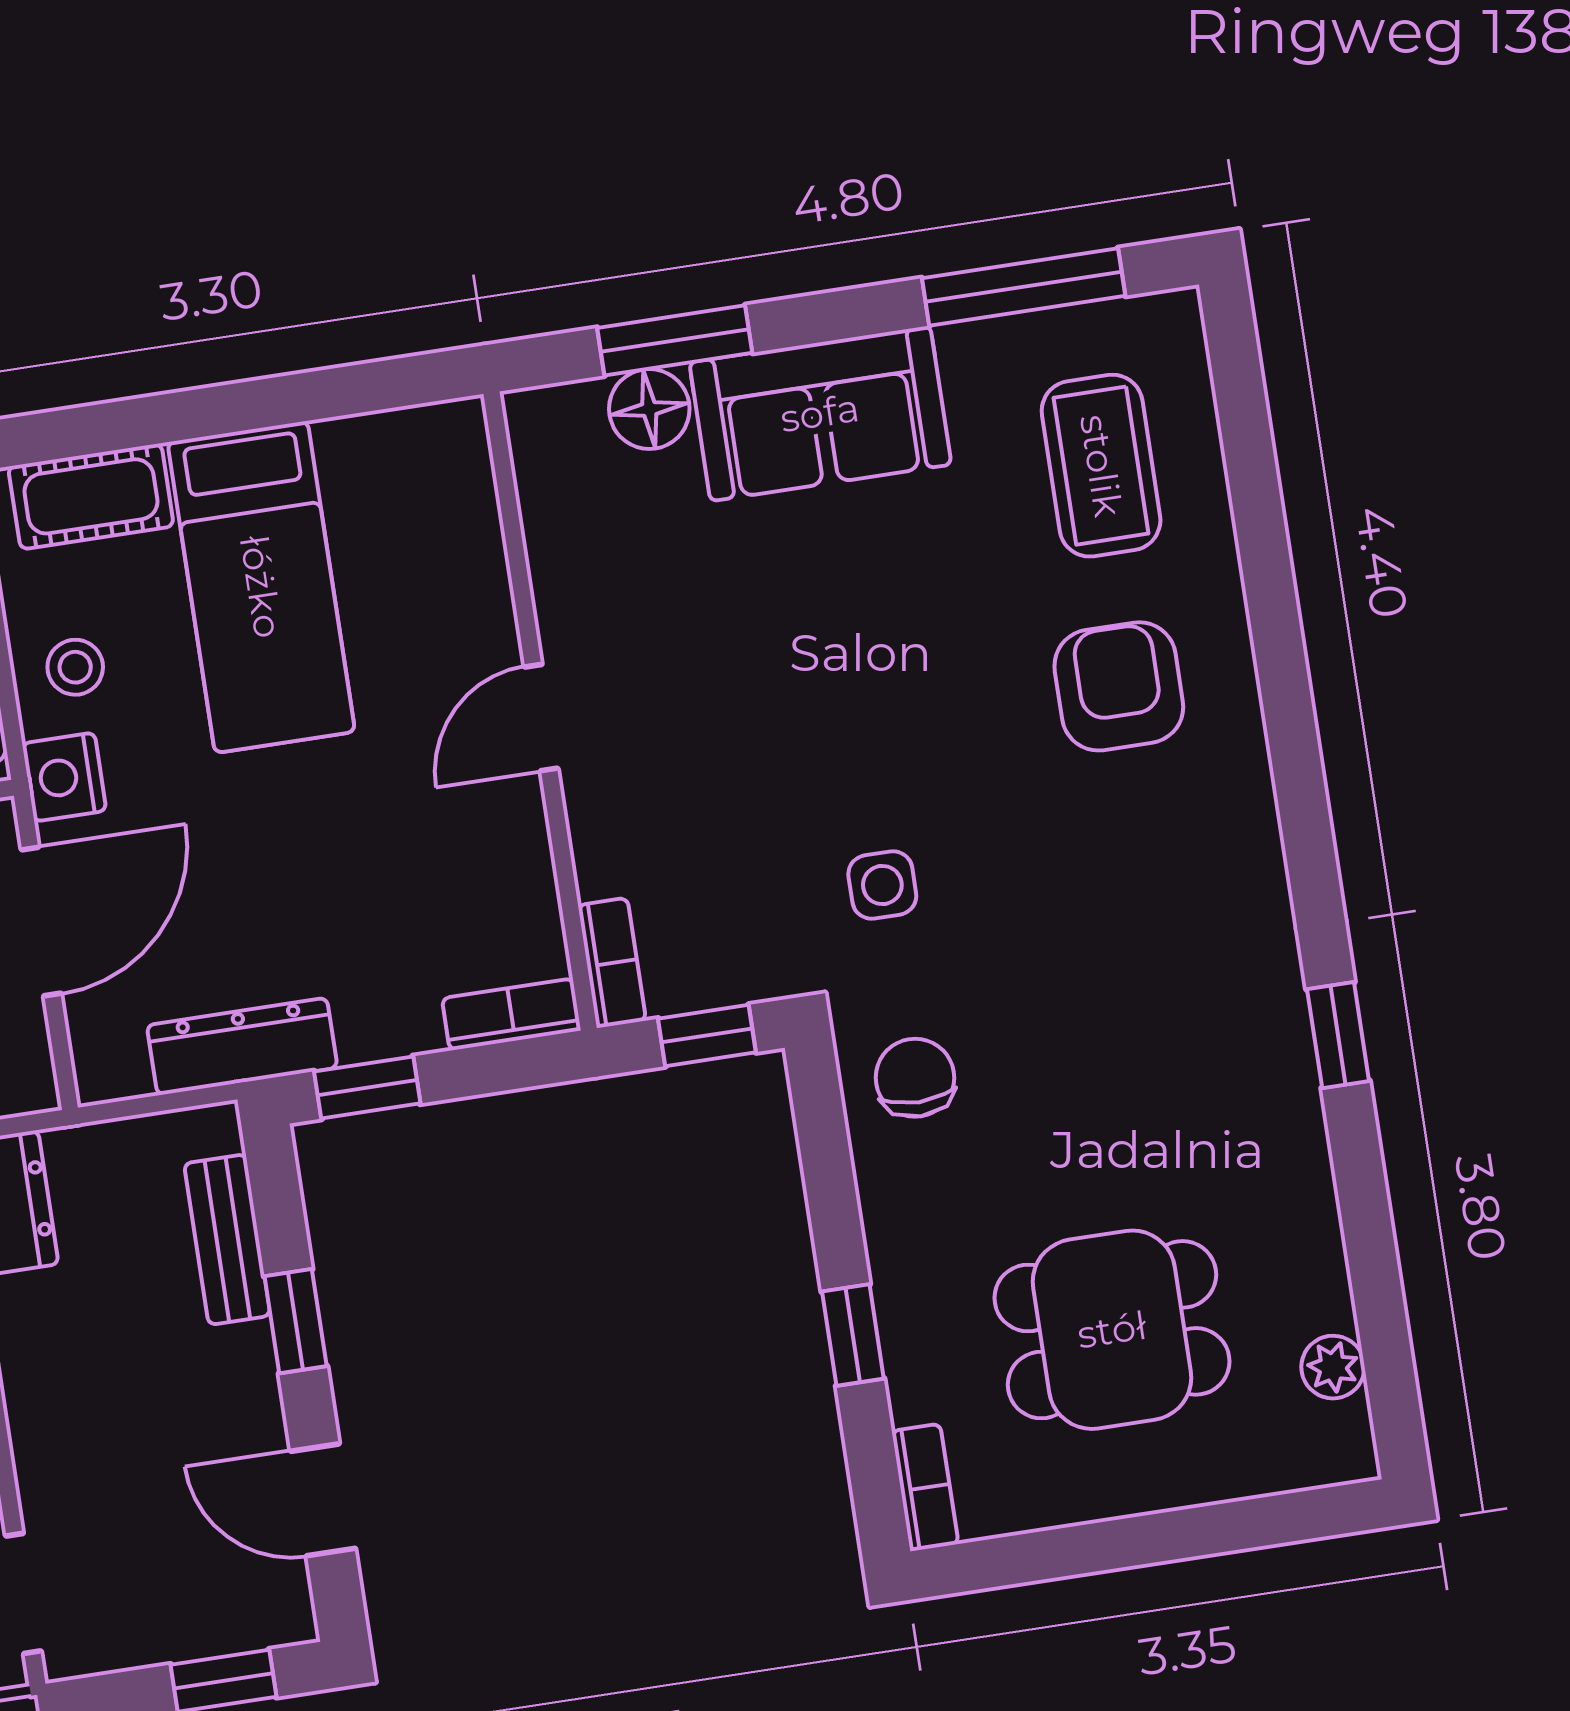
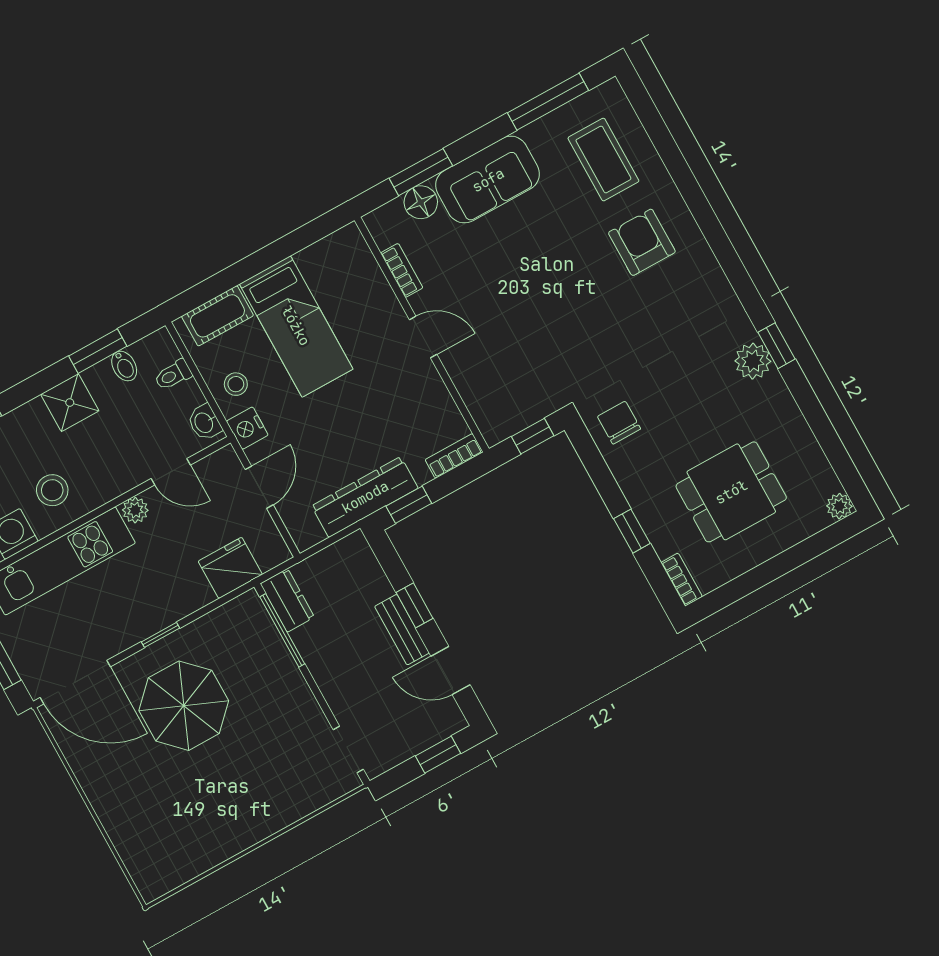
door: (541, 718) -> (423, 337), swing flipped
side table: (882, 885) -> (579, 353), removed
door: (41, 921) -> (259, 487), width x0.73
bookcase: (612, 963) -> (402, 270), moved
dresser: (242, 1046) -> (365, 497), width x1.37, depth x1.24
plant: (1271, 1050) -> (753, 361), added
bench: (227, 1240) -> (402, 630), moved
plant: (1333, 1367) -> (839, 506), moved

